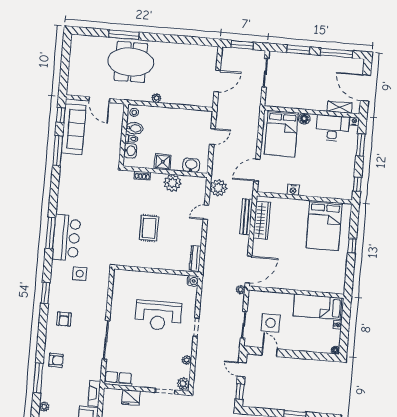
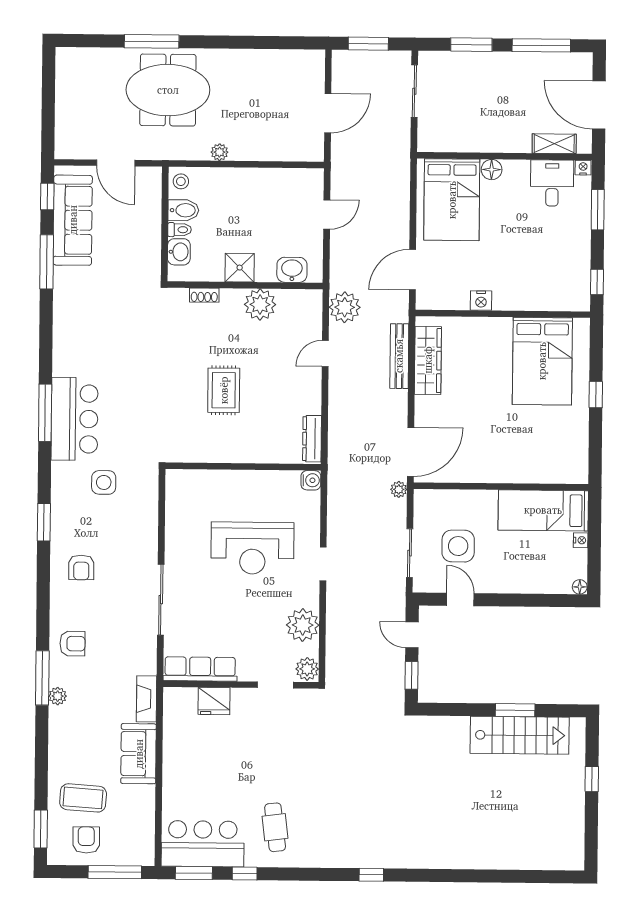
desk: (332, 128) -> (552, 183), width x0.73
plant: (187, 360) -> (303, 625), width x1.88, depth x1.88
row of seats: (118, 379) -> (200, 669), width x1.48
plant: (44, 407) -> (58, 696), moved

